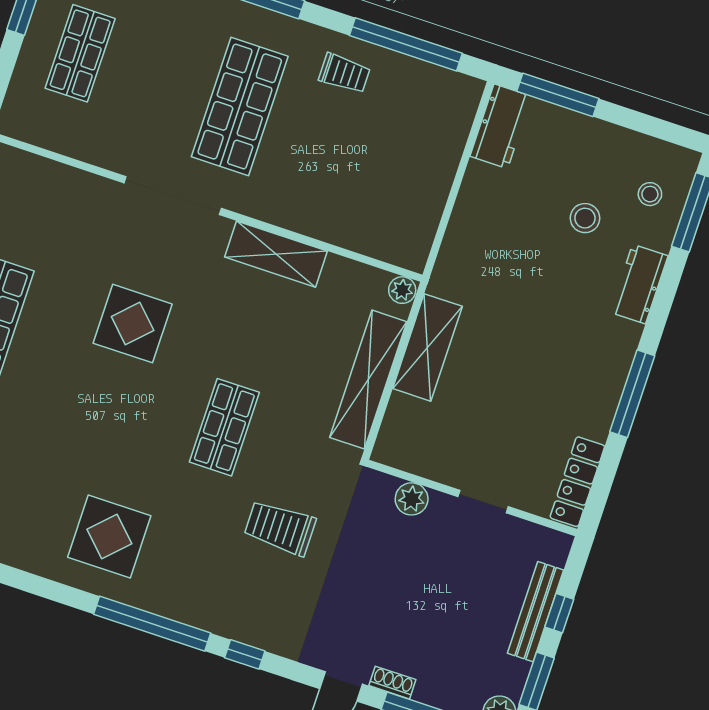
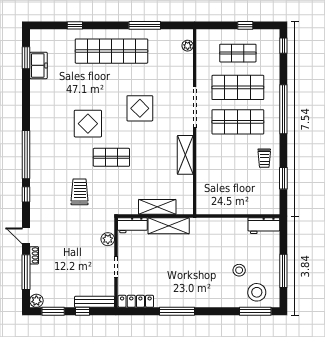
window: (406, 44) -> (283, 178), width x0.47
shop shelf: (160, 80) -> (238, 87), added
window: (558, 95) -> (283, 271), moved
stool: (650, 194) -> (257, 292), width x1.89, depth x1.89
workbench: (639, 284) -> (132, 225), moved, turned 180
plant: (402, 290) -> (188, 46), moved
shelving: (368, 380) -> (157, 207), width x0.68
display table: (109, 536) -> (88, 124), moved
bench: (536, 612) -> (95, 302), moved

